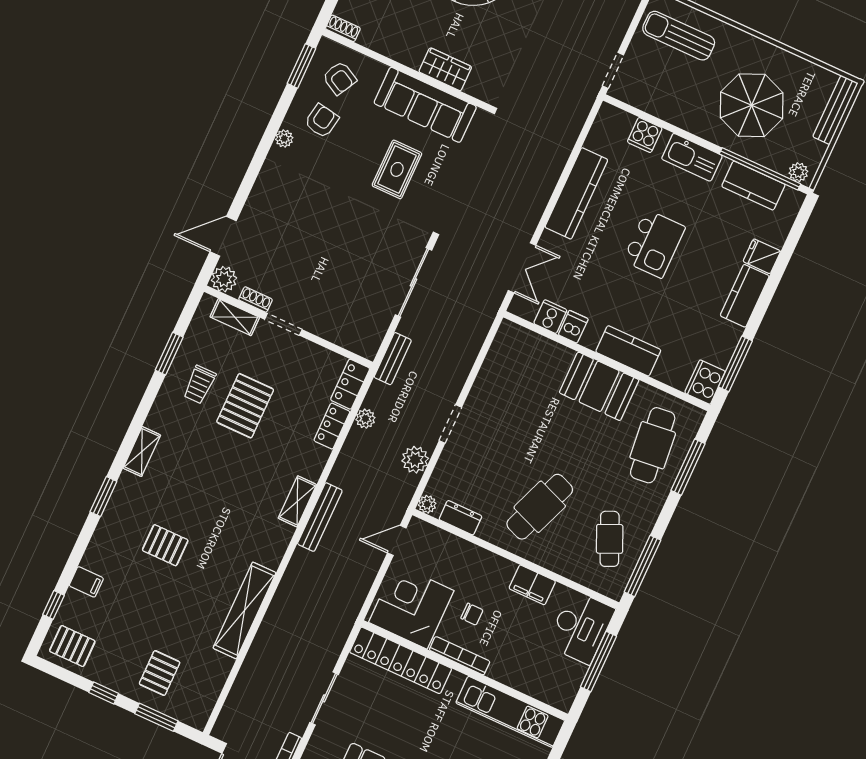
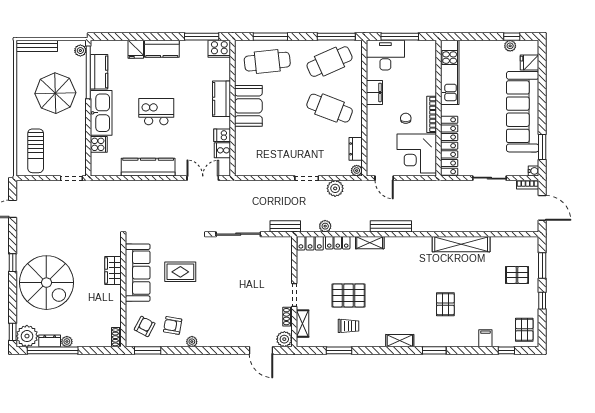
kitchen sink: (692, 157) -> (101, 113), width x1.36, depth x1.24
shelving: (297, 501) -> (370, 243), moved
cafe table: (610, 539) -> (330, 62), width x1.37, depth x1.35

